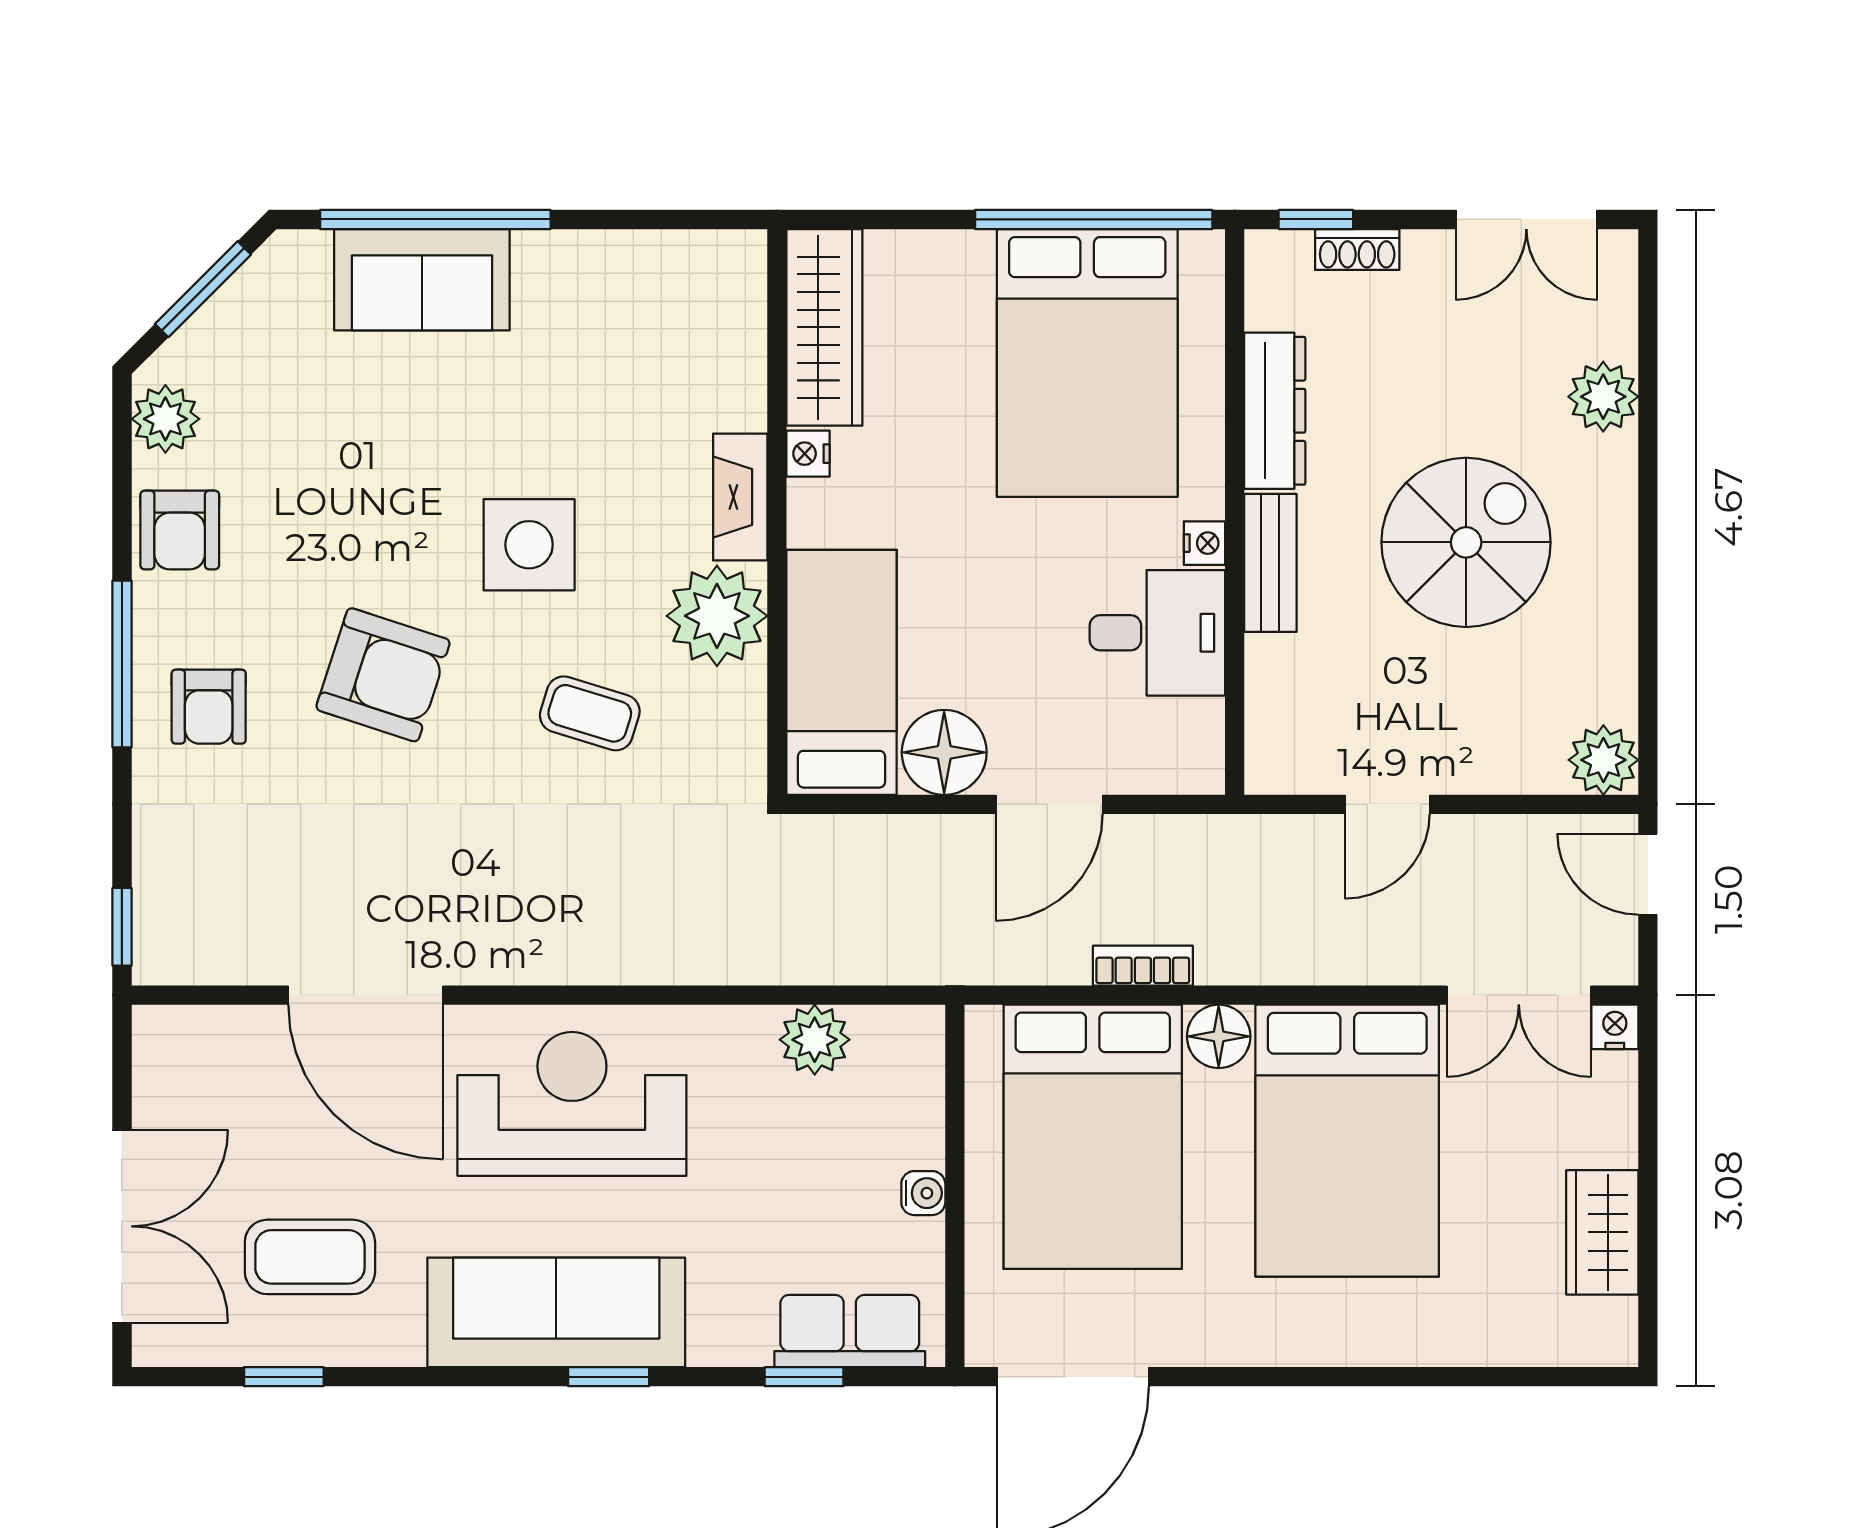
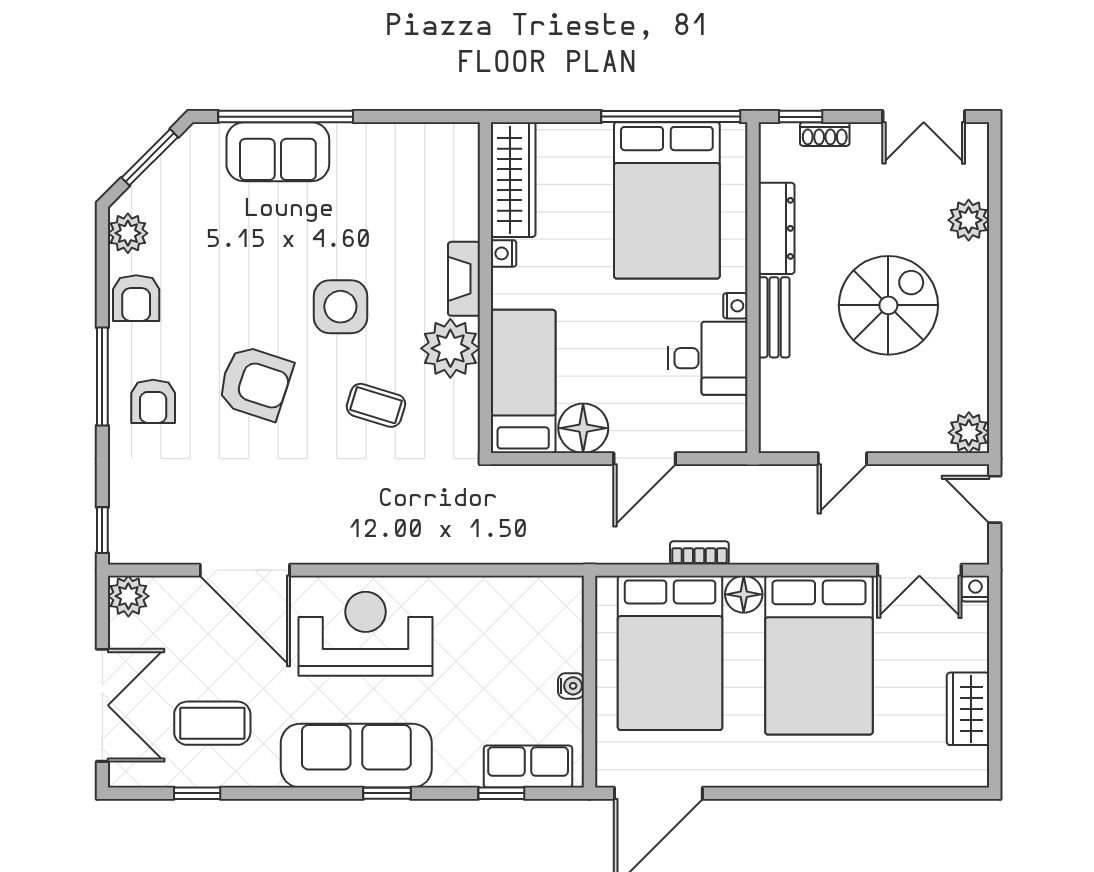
plant: (815, 1040) -> (128, 596), moved

